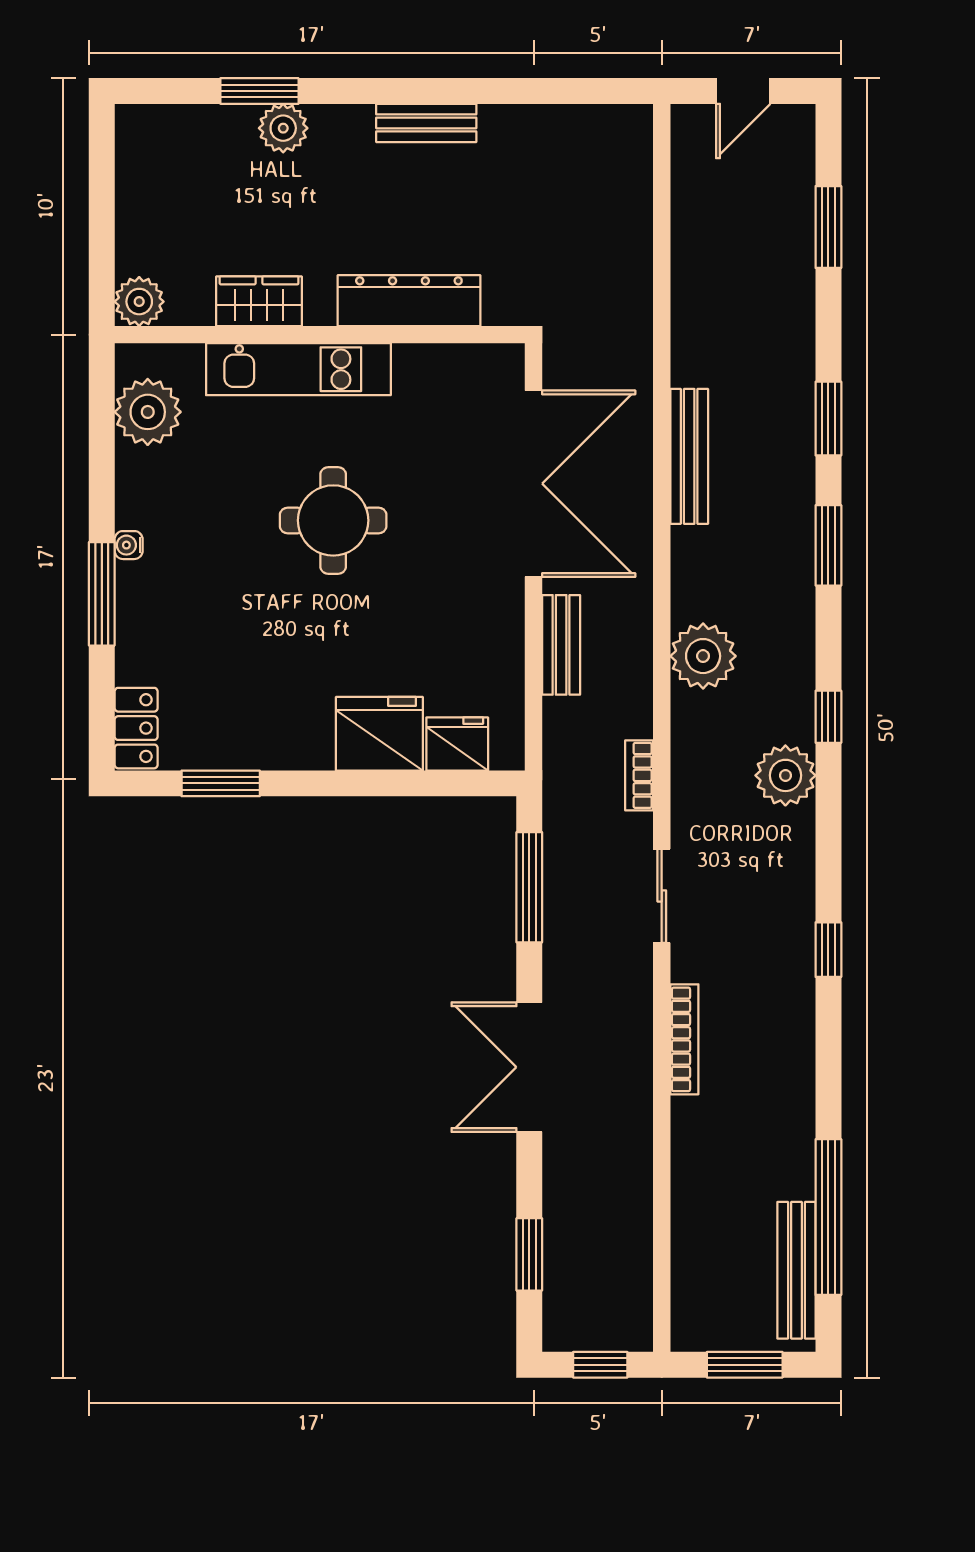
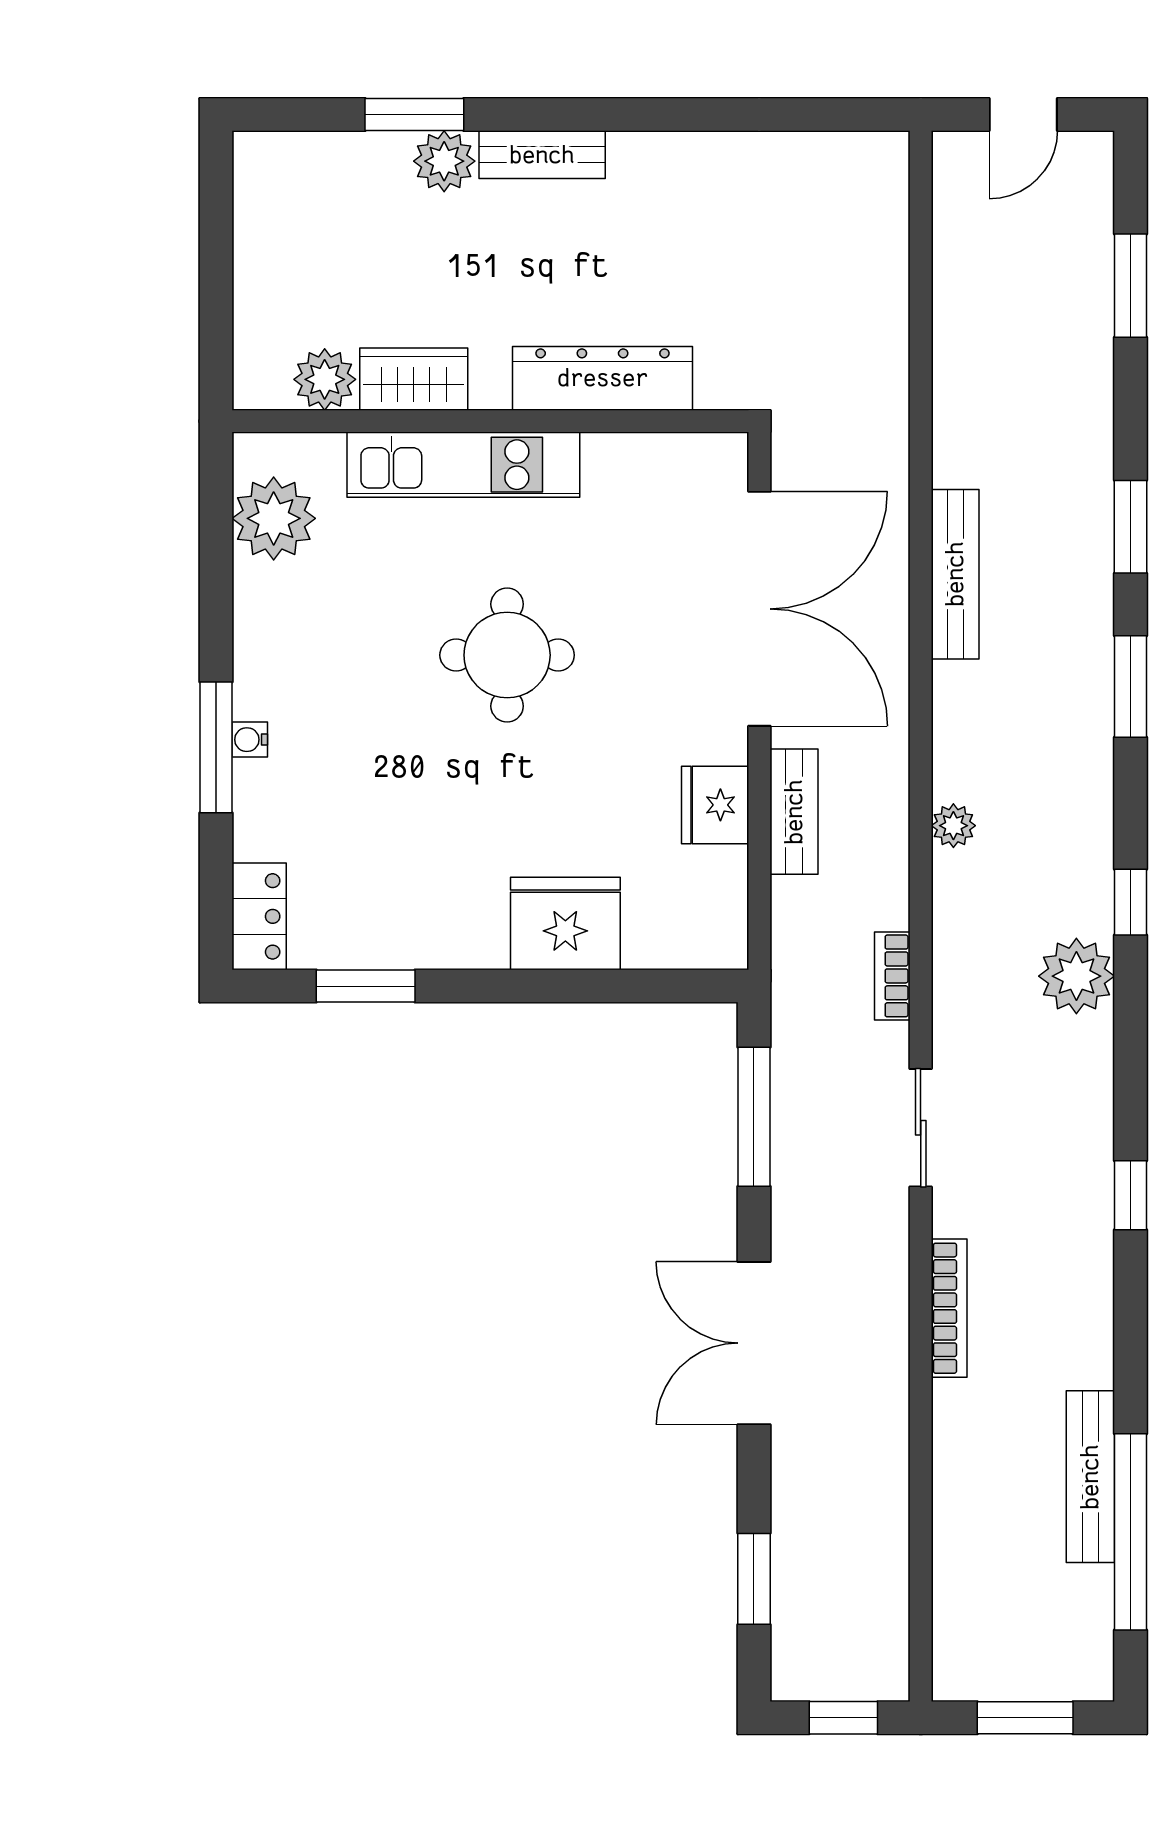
bench: (426, 123) -> (542, 155), moved
plant: (139, 302) -> (325, 379), moved
water cooler: (129, 545) -> (250, 740), moved
plant: (703, 656) -> (953, 826), width x0.53, depth x0.53
fridge: (457, 744) -> (715, 805), moved, turned -90
bench: (796, 1270) -> (1090, 1477), moved

